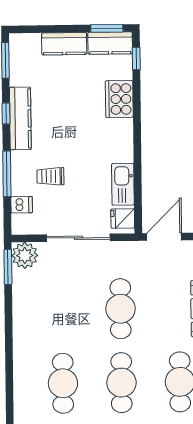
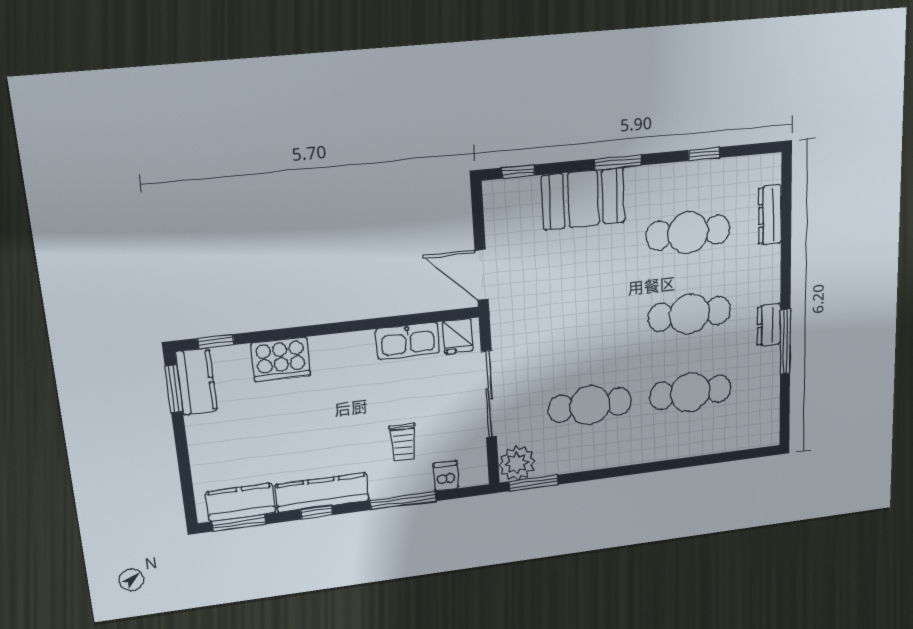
kitchen counter: (64, 44) -> (241, 502), moved, turned -90
cafe table: (121, 309) -> (590, 405), moved

